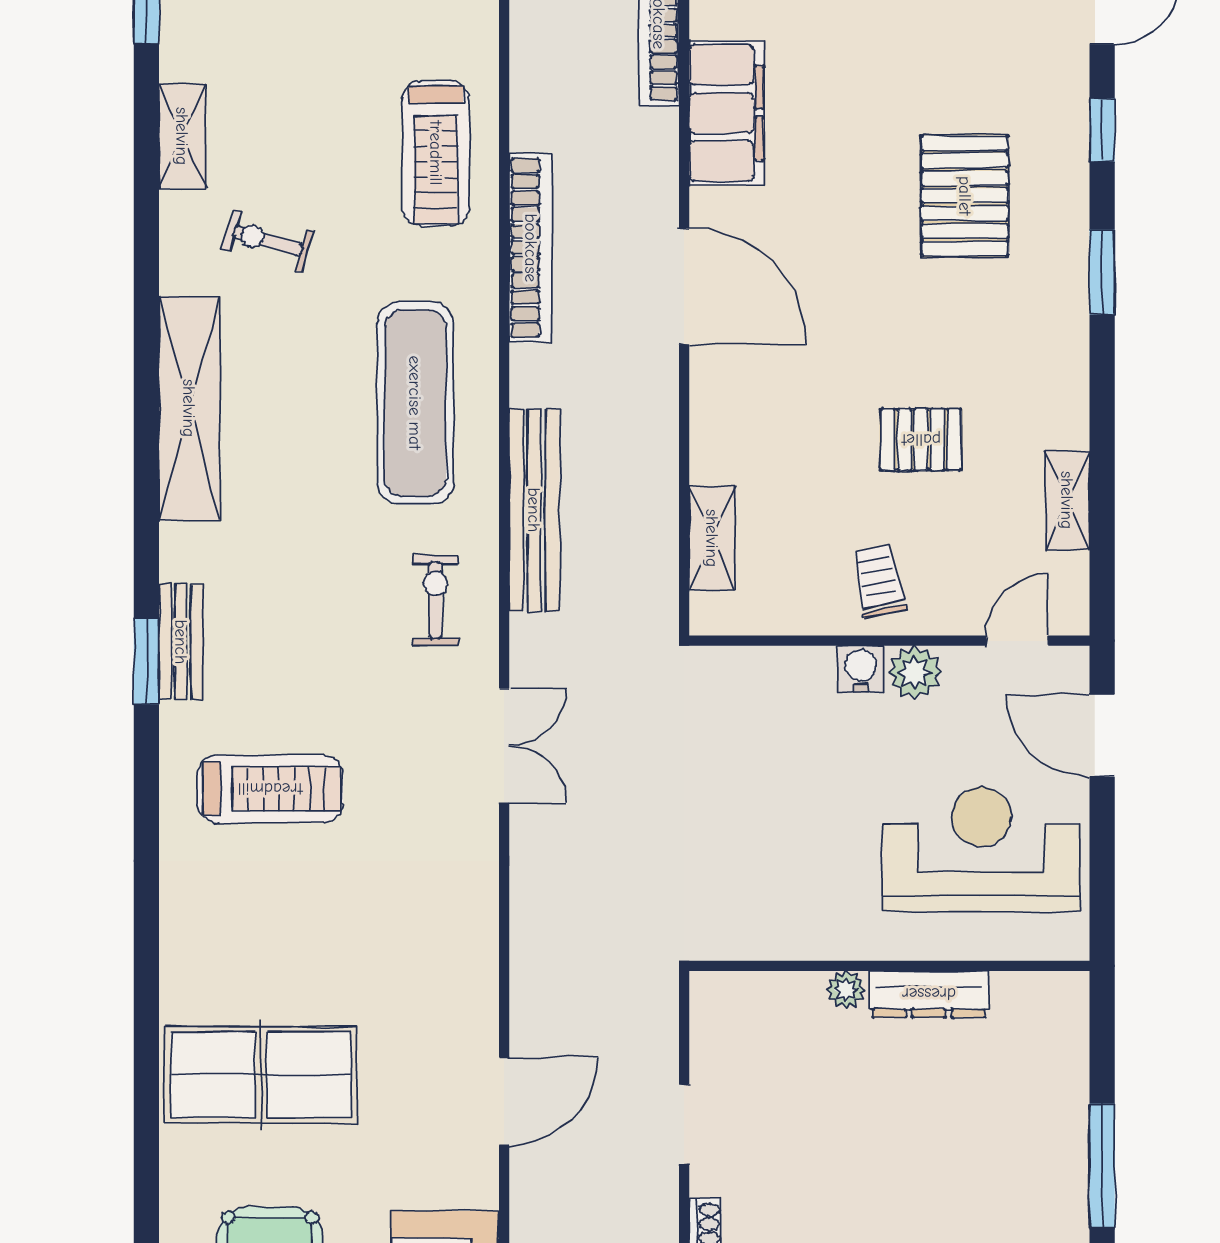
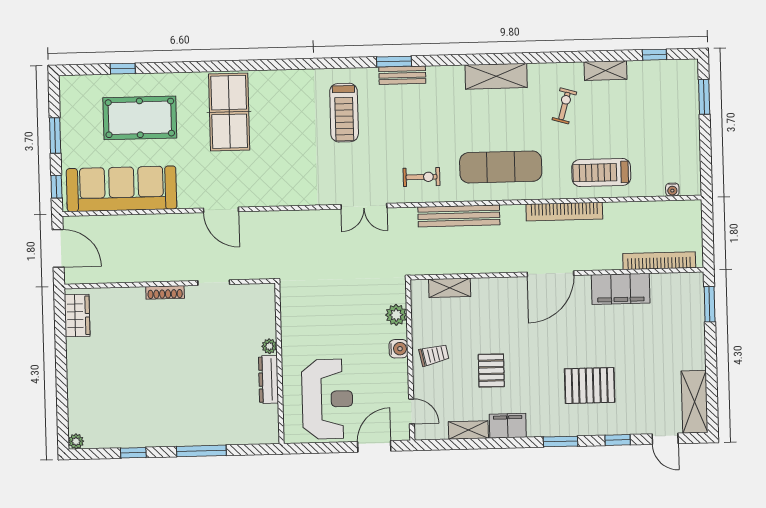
filing cabinet: (1059, 402) -> (508, 426), added
shelving: (189, 408) -> (496, 76), width x0.68
plant: (915, 672) -> (396, 315), moved

